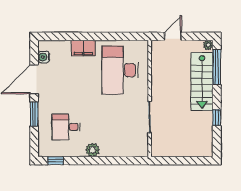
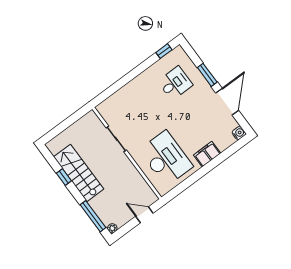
door: (173, 36) -> (144, 215), swing flipped
water cooler: (44, 57) -> (239, 133), moved
stairs: (202, 82) -> (79, 173), moved
plant: (93, 150) -> (141, 81), removed

